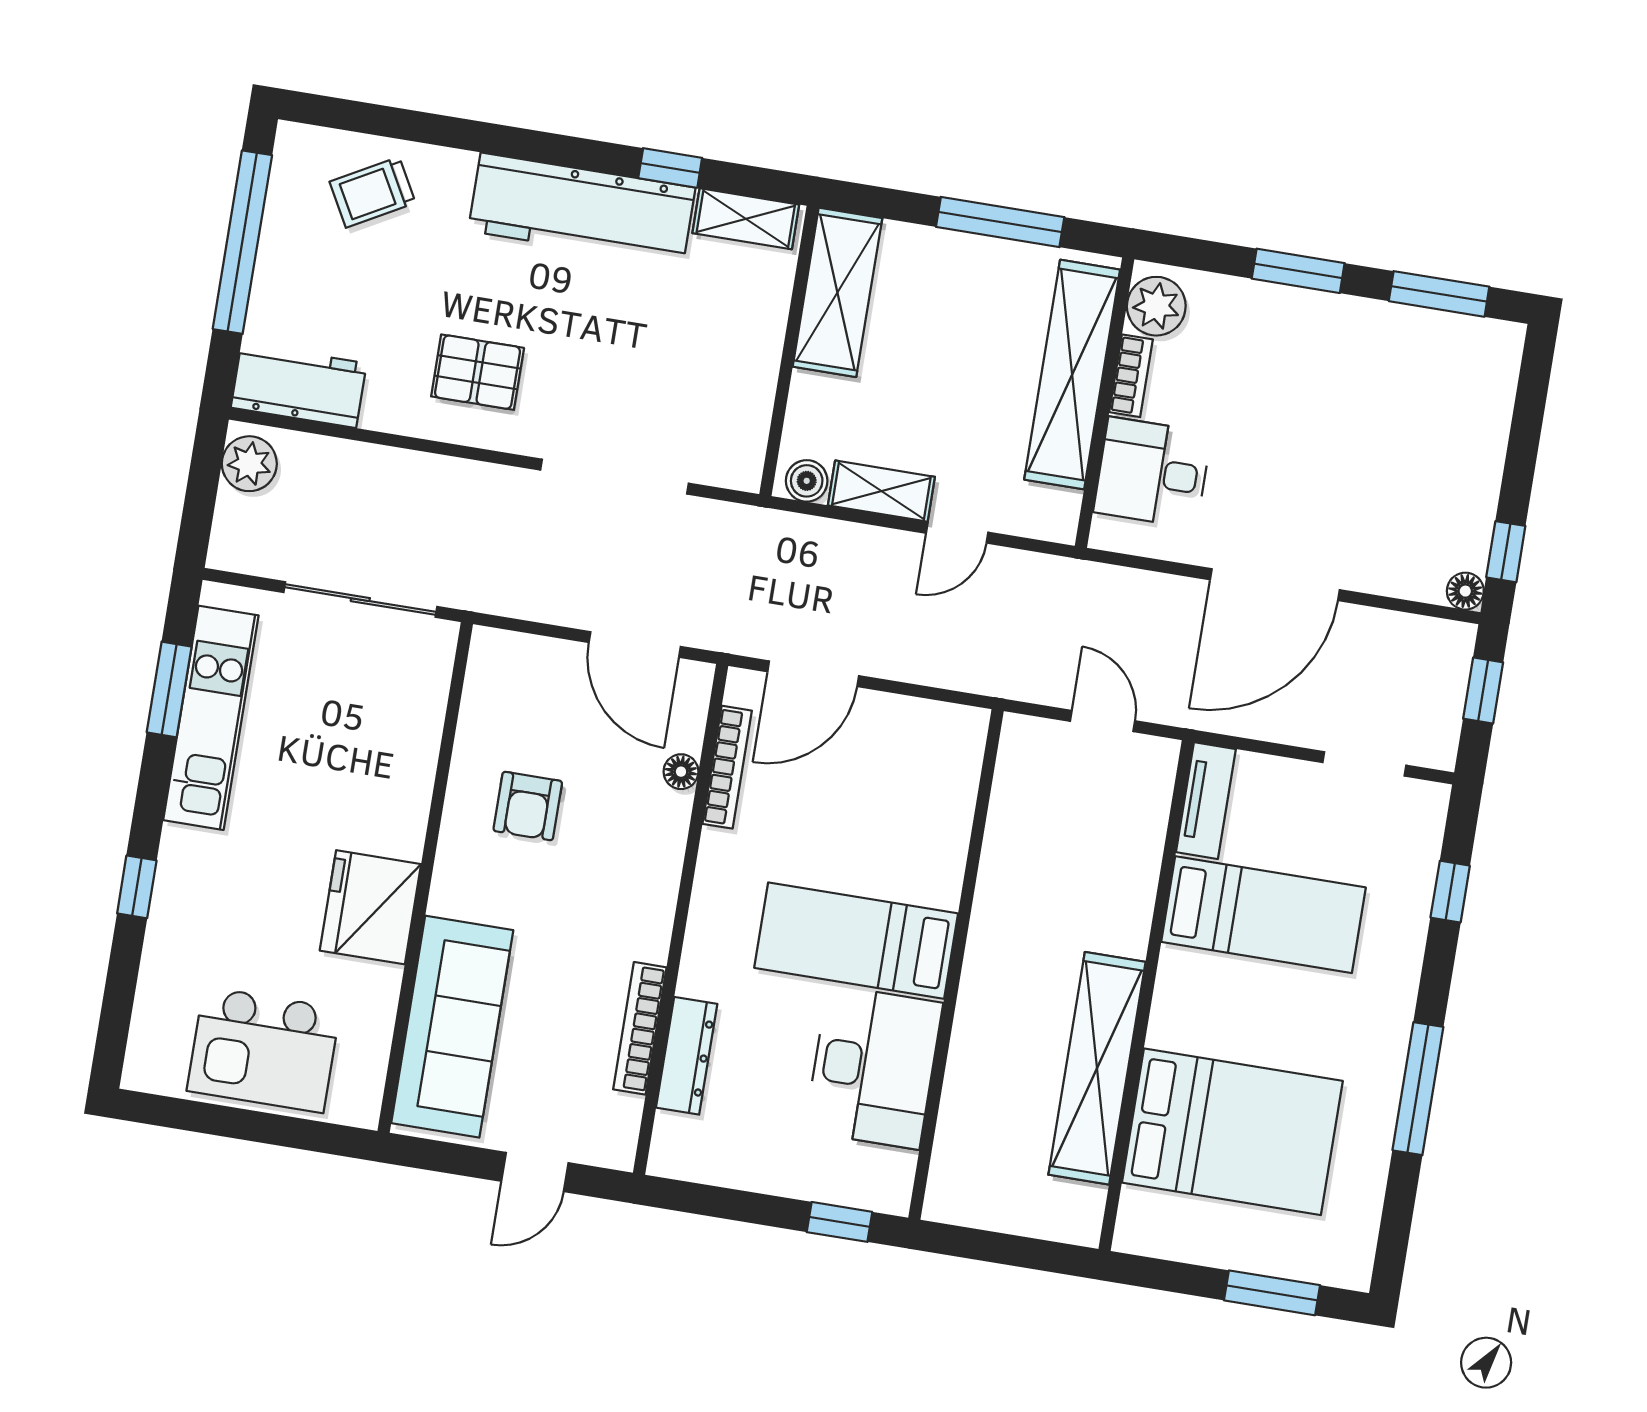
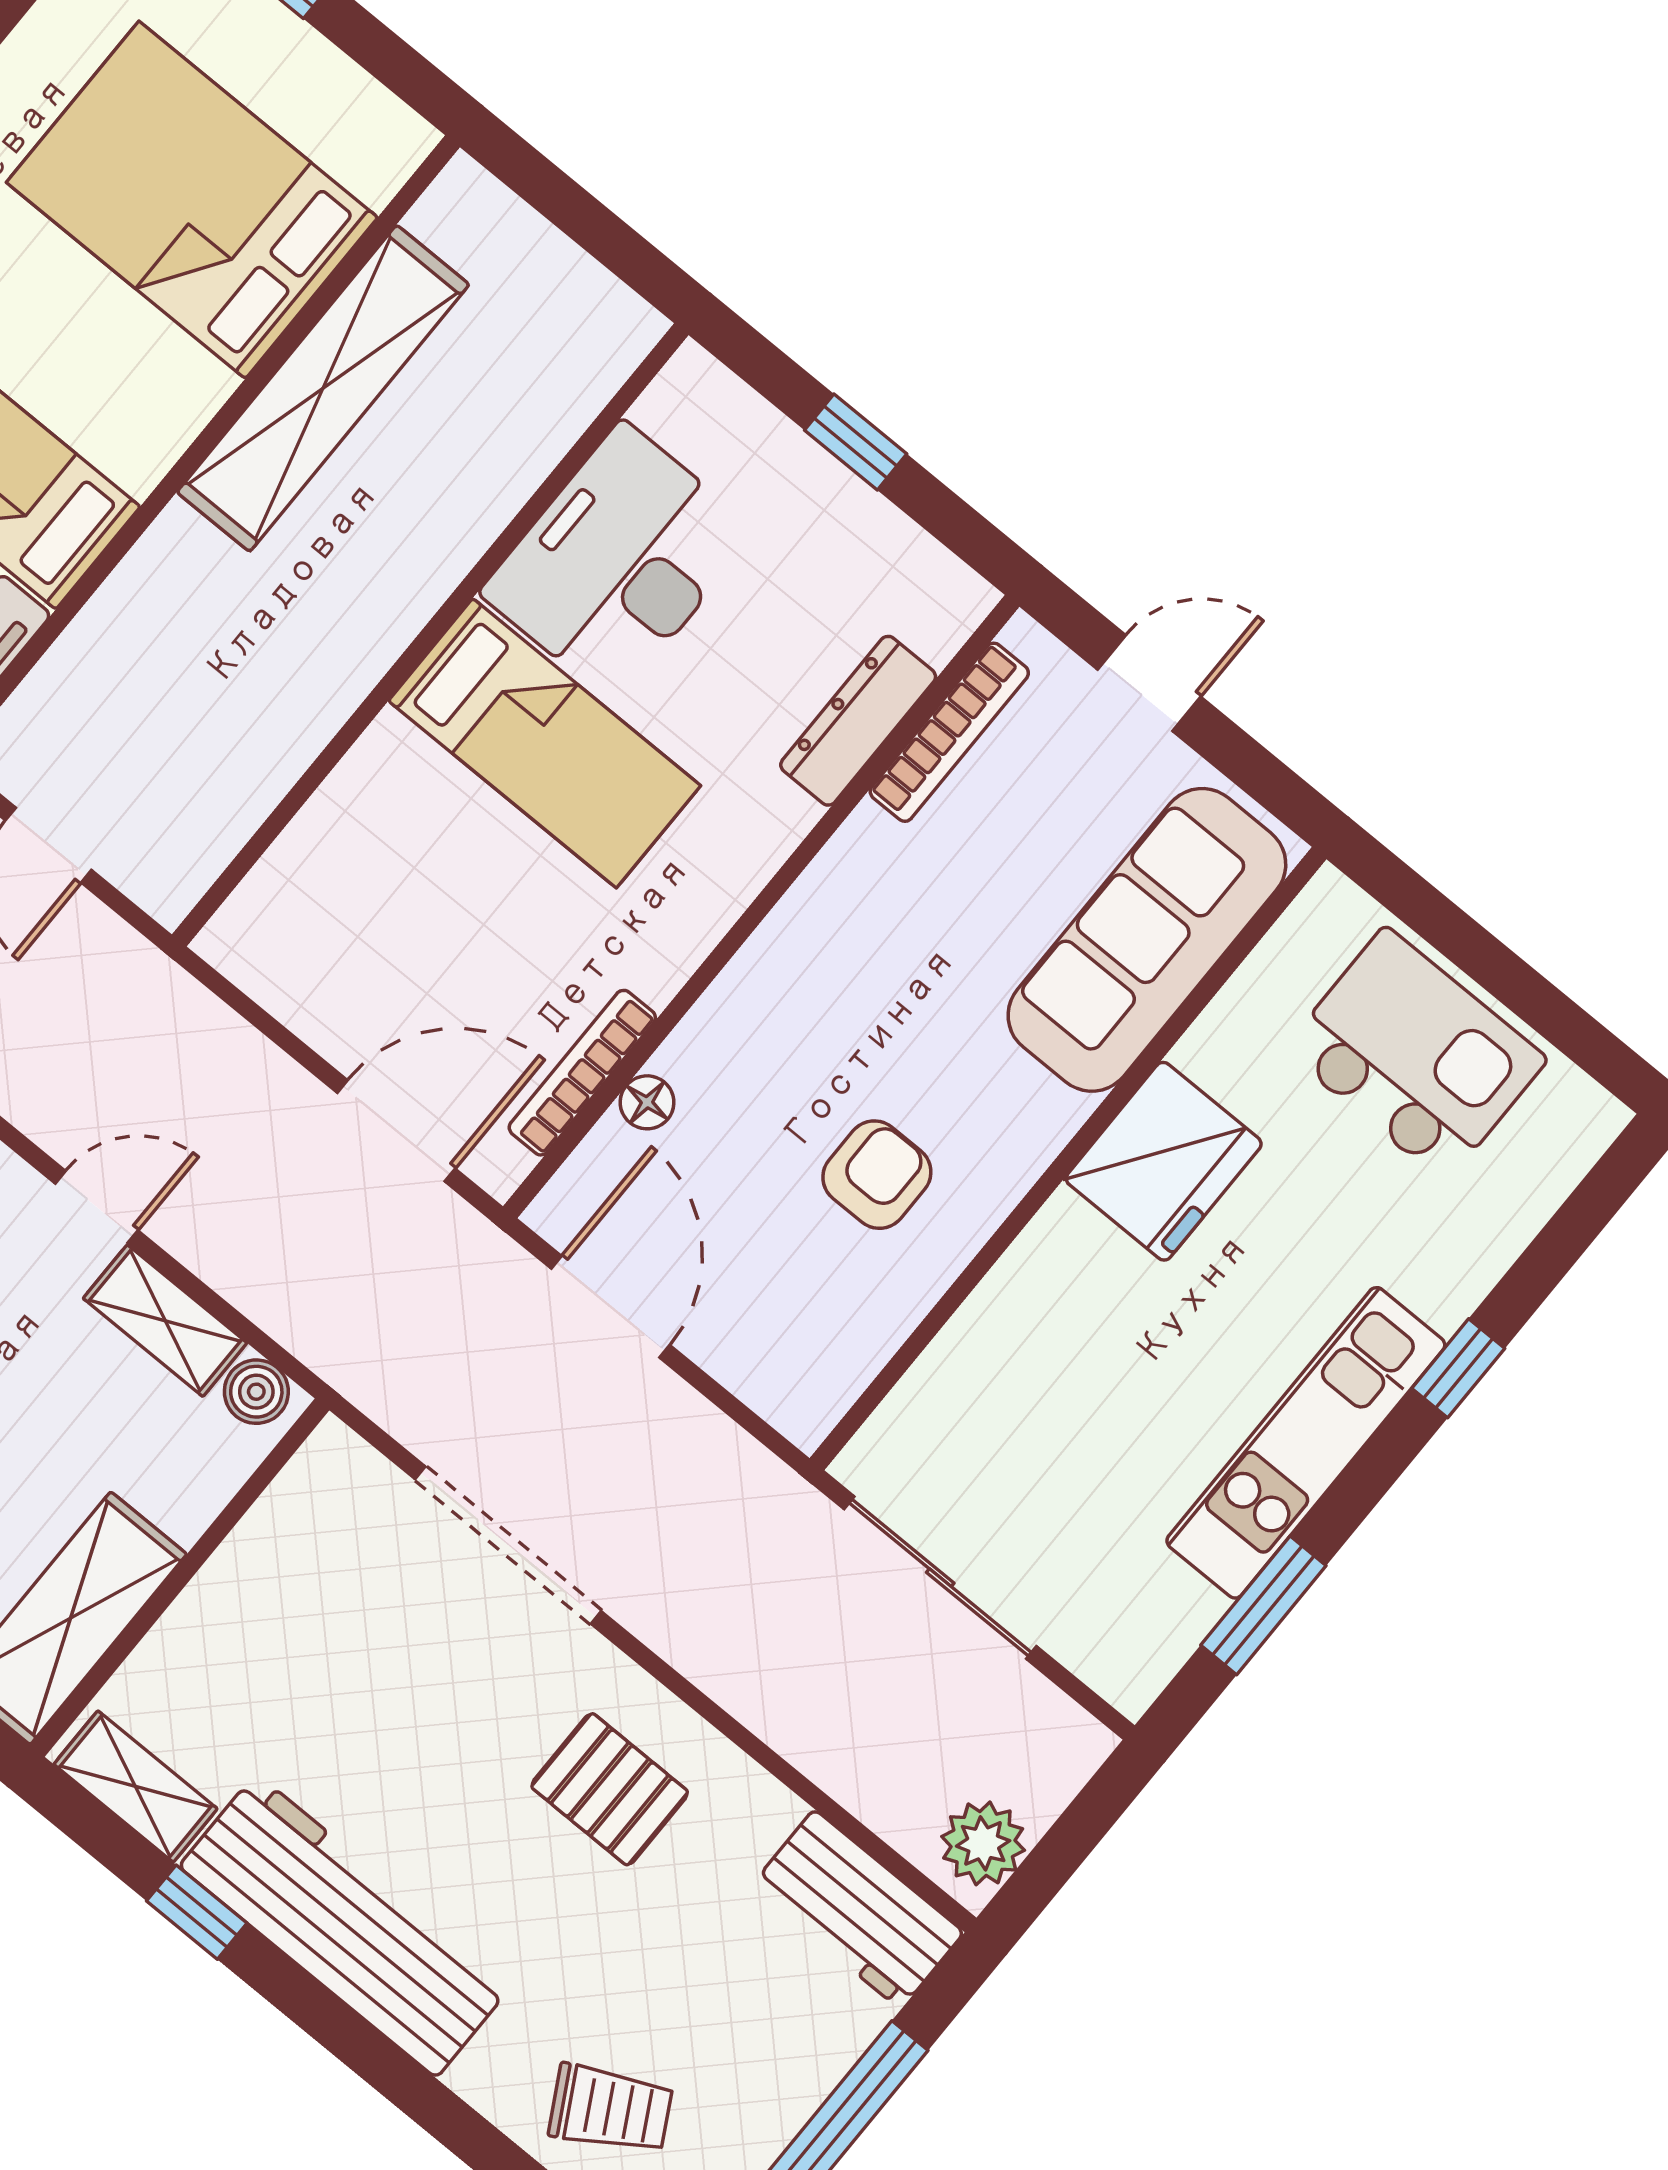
kitchen unit: (211, 718) -> (1306, 1443), moved
bookcase: (640, 1028) -> (949, 732), moved
window: (839, 1222) -> (856, 442), moved

